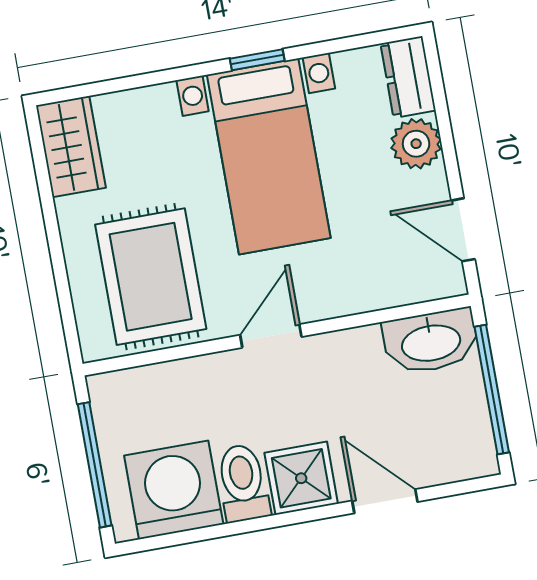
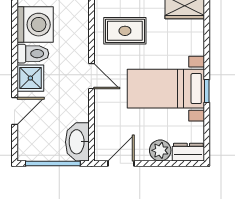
rug: (151, 277) -> (125, 31), width x0.73, depth x0.70

